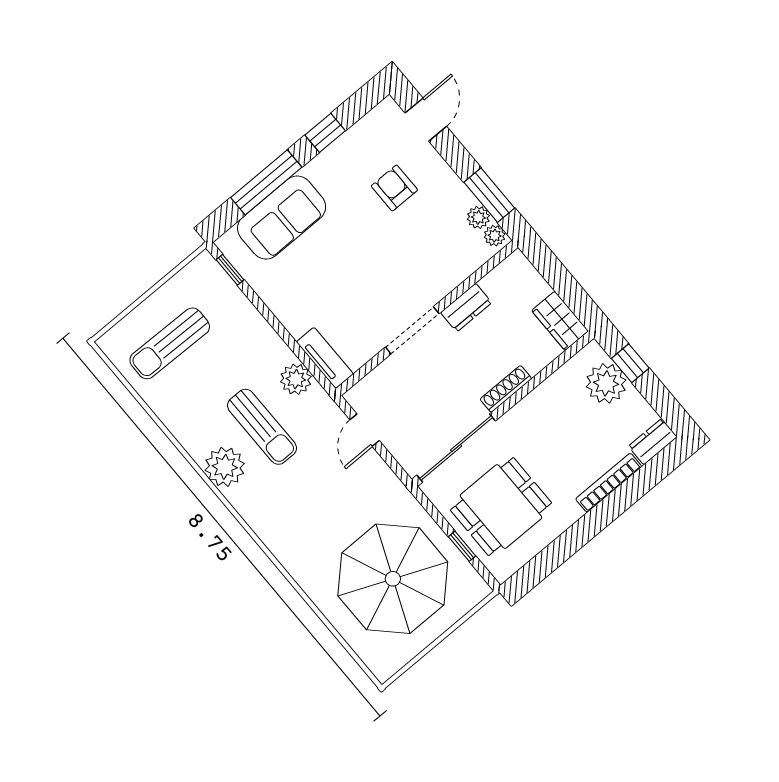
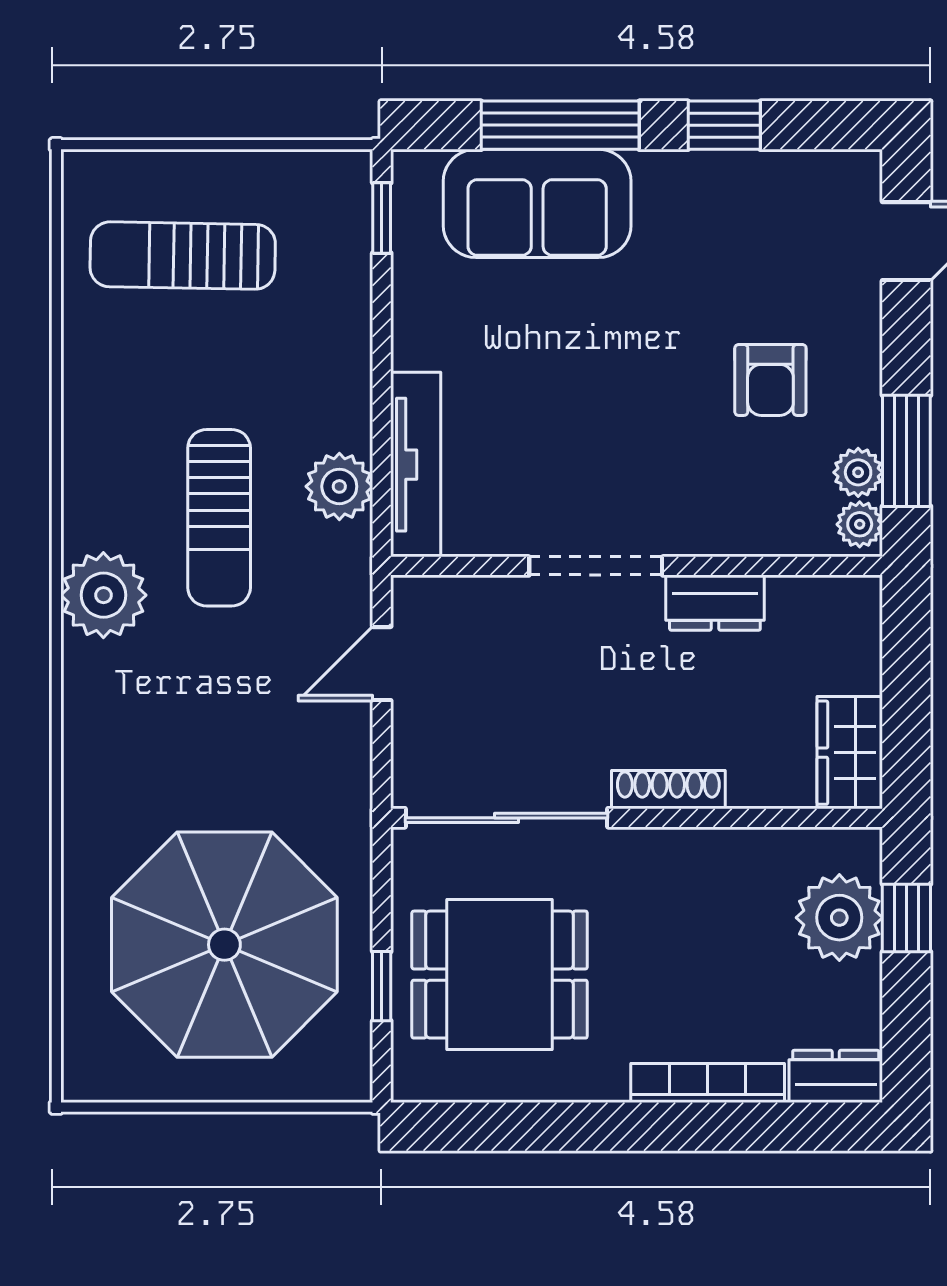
armchair: (394, 188) -> (770, 380), moved, turned 180
tv unit: (325, 358) -> (416, 465), width x1.41
plant: (225, 467) -> (103, 595), moved

